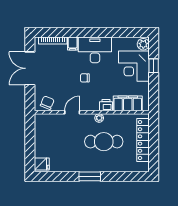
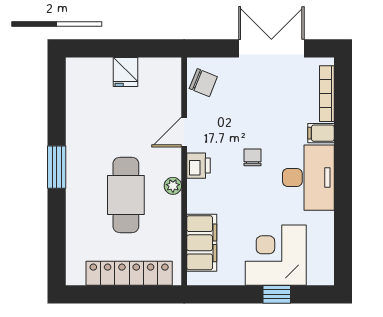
plant: (143, 44) -> (320, 274), removed
printer: (106, 105) -> (198, 166), moved
door: (72, 112) -> (184, 132), swing flipped
fridge: (42, 164) -> (125, 72), moved

